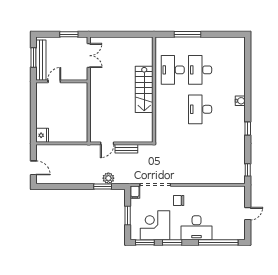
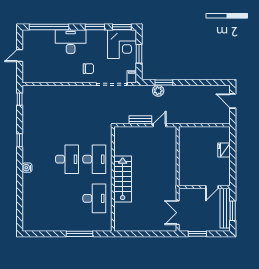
desk: (200, 70) -> (94, 159), moved
fridge: (42, 135) -> (224, 150), moved
corner desk: (155, 225) -> (122, 44), moved

